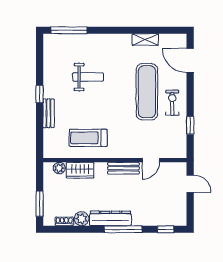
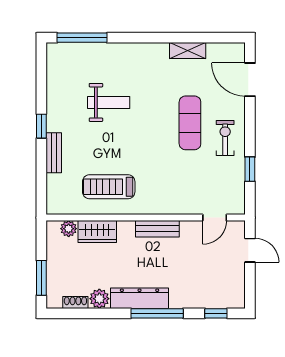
exercise mat: (147, 92) -> (190, 123), width x0.73, depth x0.69
door: (151, 160) -> (215, 218), moved

